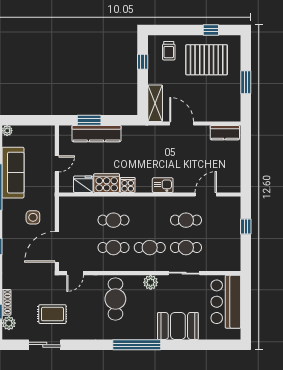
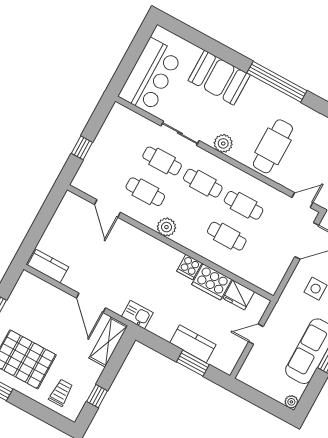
kitchen counter: (96, 134) -> (193, 344), width x0.67
kitchen sink: (163, 185) -> (137, 315), moved, turned 180
door: (206, 194) -> (107, 208), hinge flipped
plant: (158, 204) -> (166, 227), added

